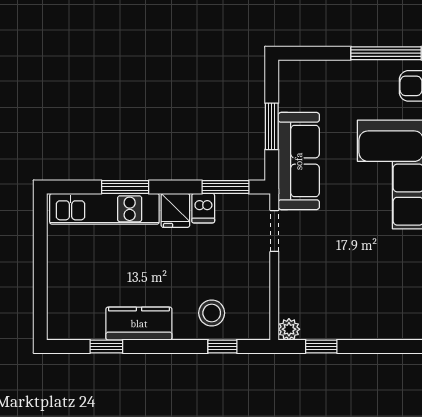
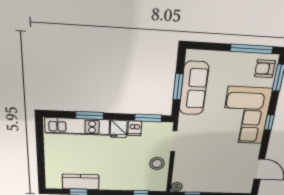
sofa: (299, 161) -> (194, 88), moved
stool: (212, 313) -> (157, 163), moved
kitchen counter: (139, 324) -> (81, 182), moved

